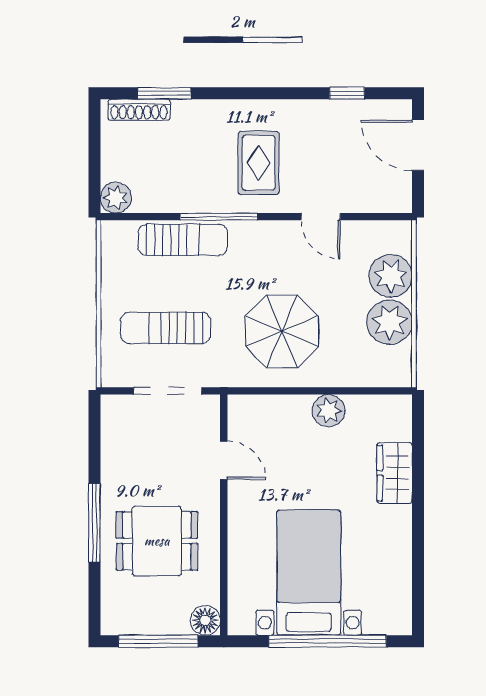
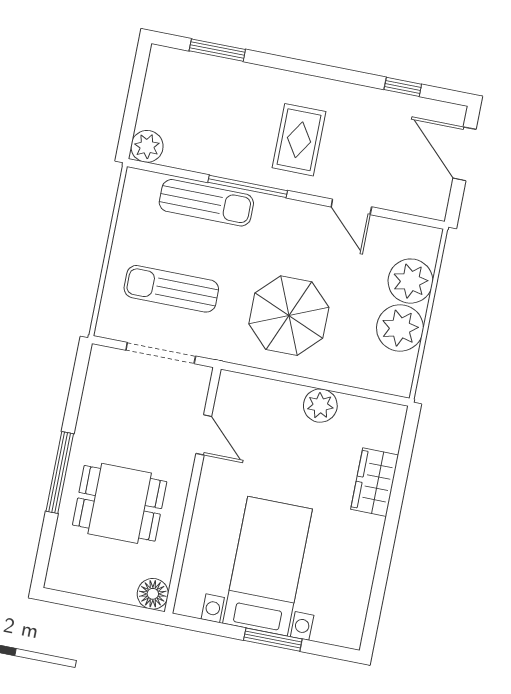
shoe rack: (139, 110) -> (188, 62), removed
window: (158, 641) -> (101, 606), removed
window: (328, 641) -> (273, 640), width x0.47

